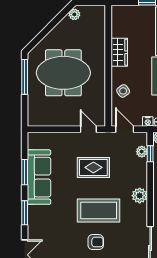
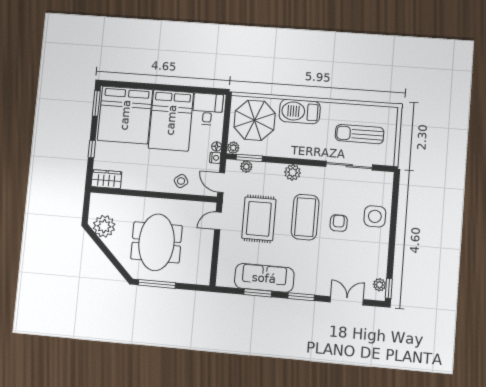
plant: (74, 14) -> (104, 226), width x1.88, depth x1.88
wardrobe: (119, 52) -> (106, 179), moved
door: (125, 129) -> (221, 183), hinge flipped
window: (150, 154) -> (249, 158), width x1.50
rug: (93, 167) -> (259, 219), width x1.36, depth x1.43

